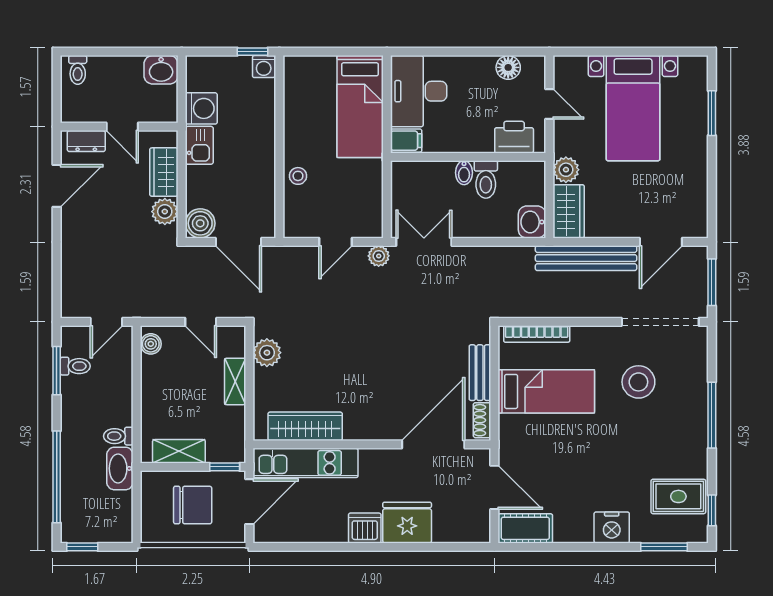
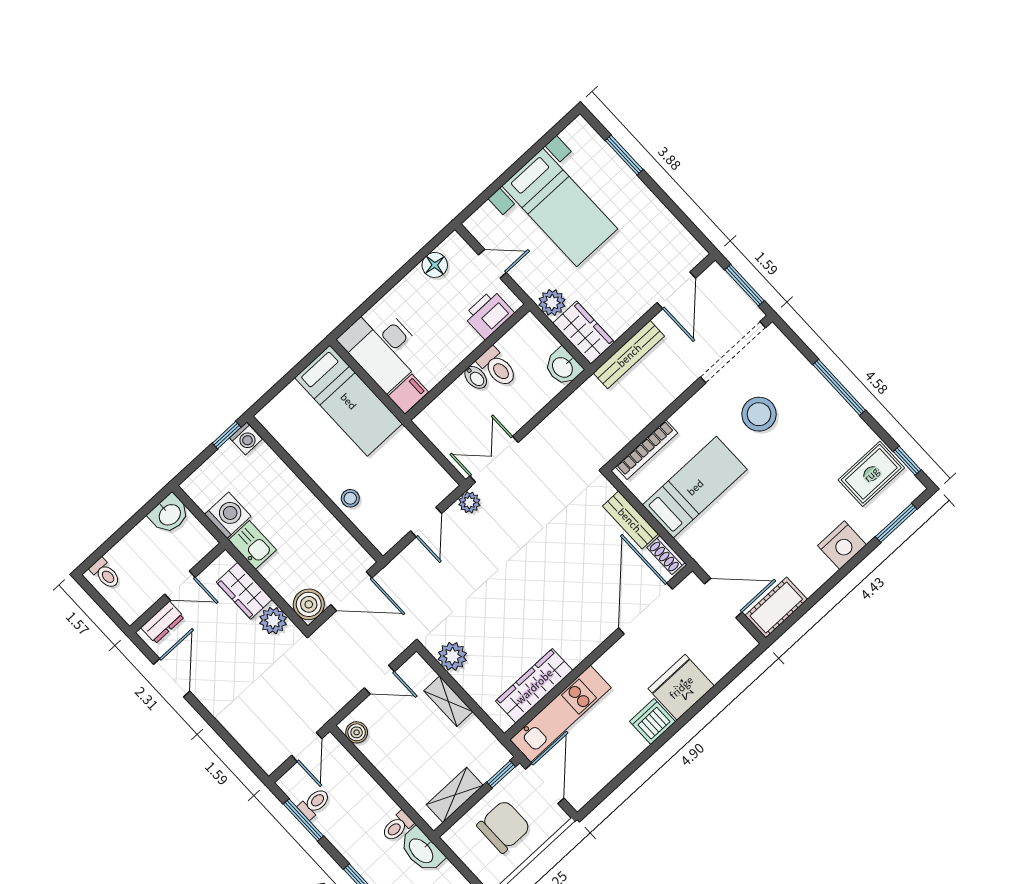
bench: (586, 258) -> (629, 355), width x0.73, depth x0.82

